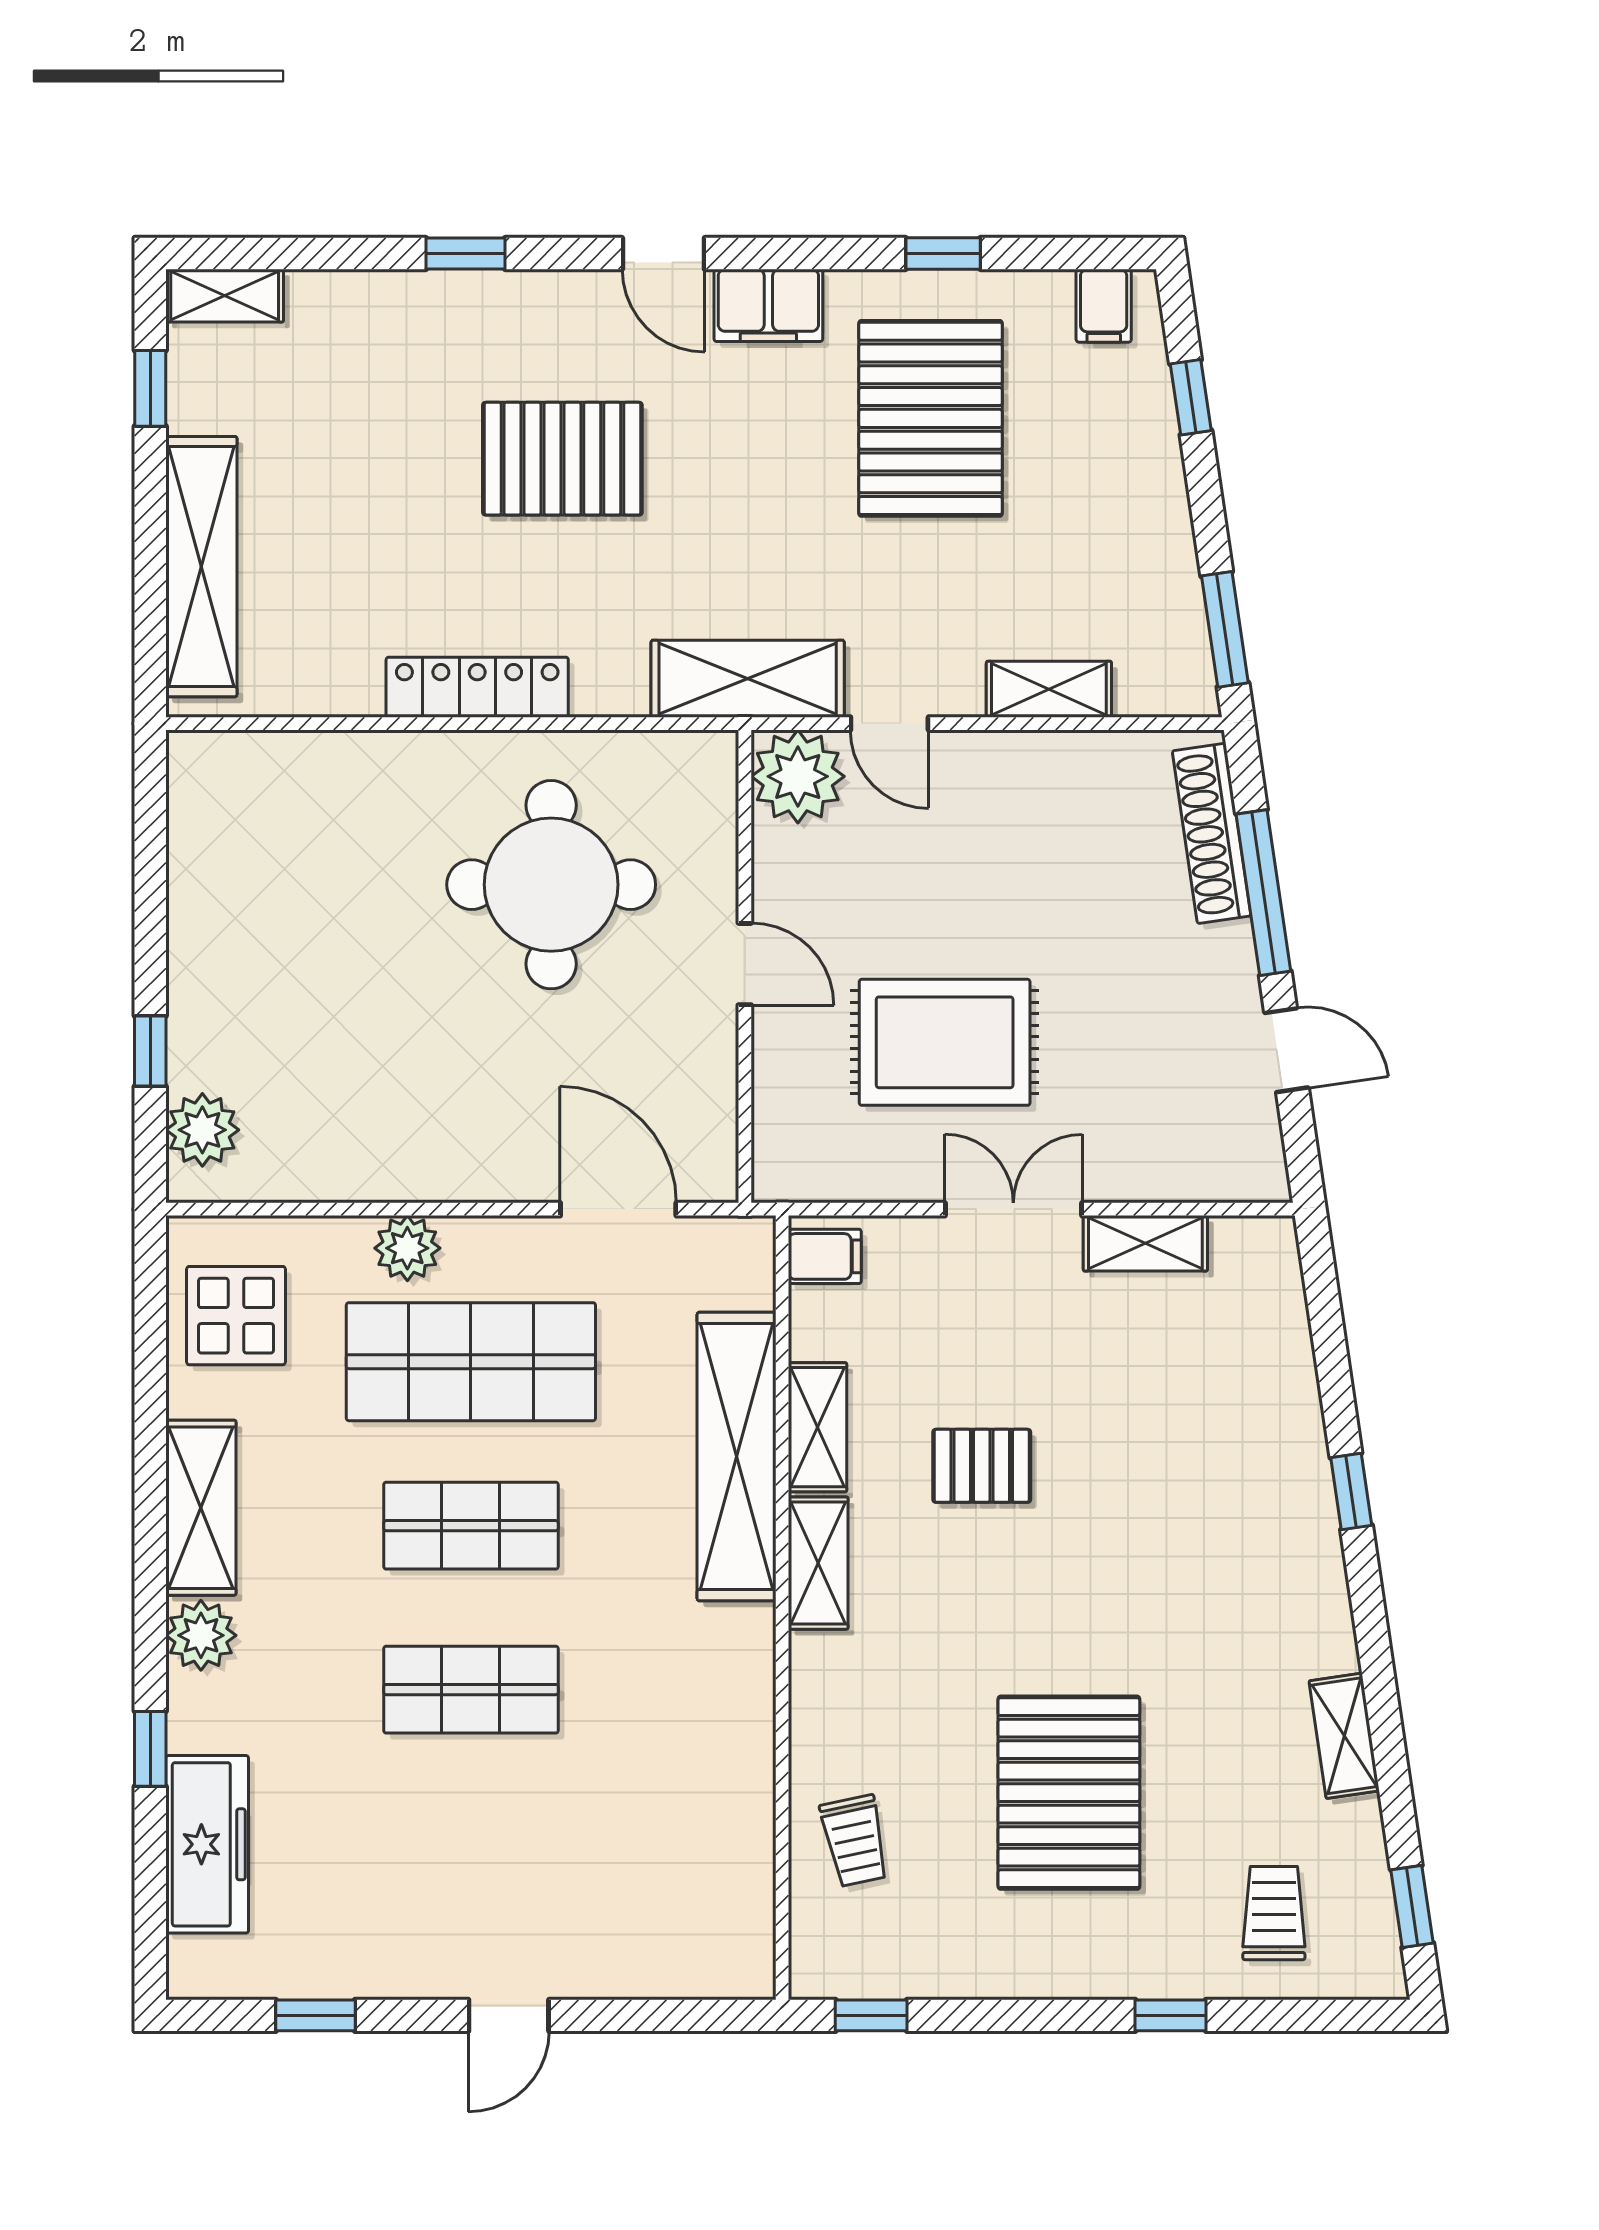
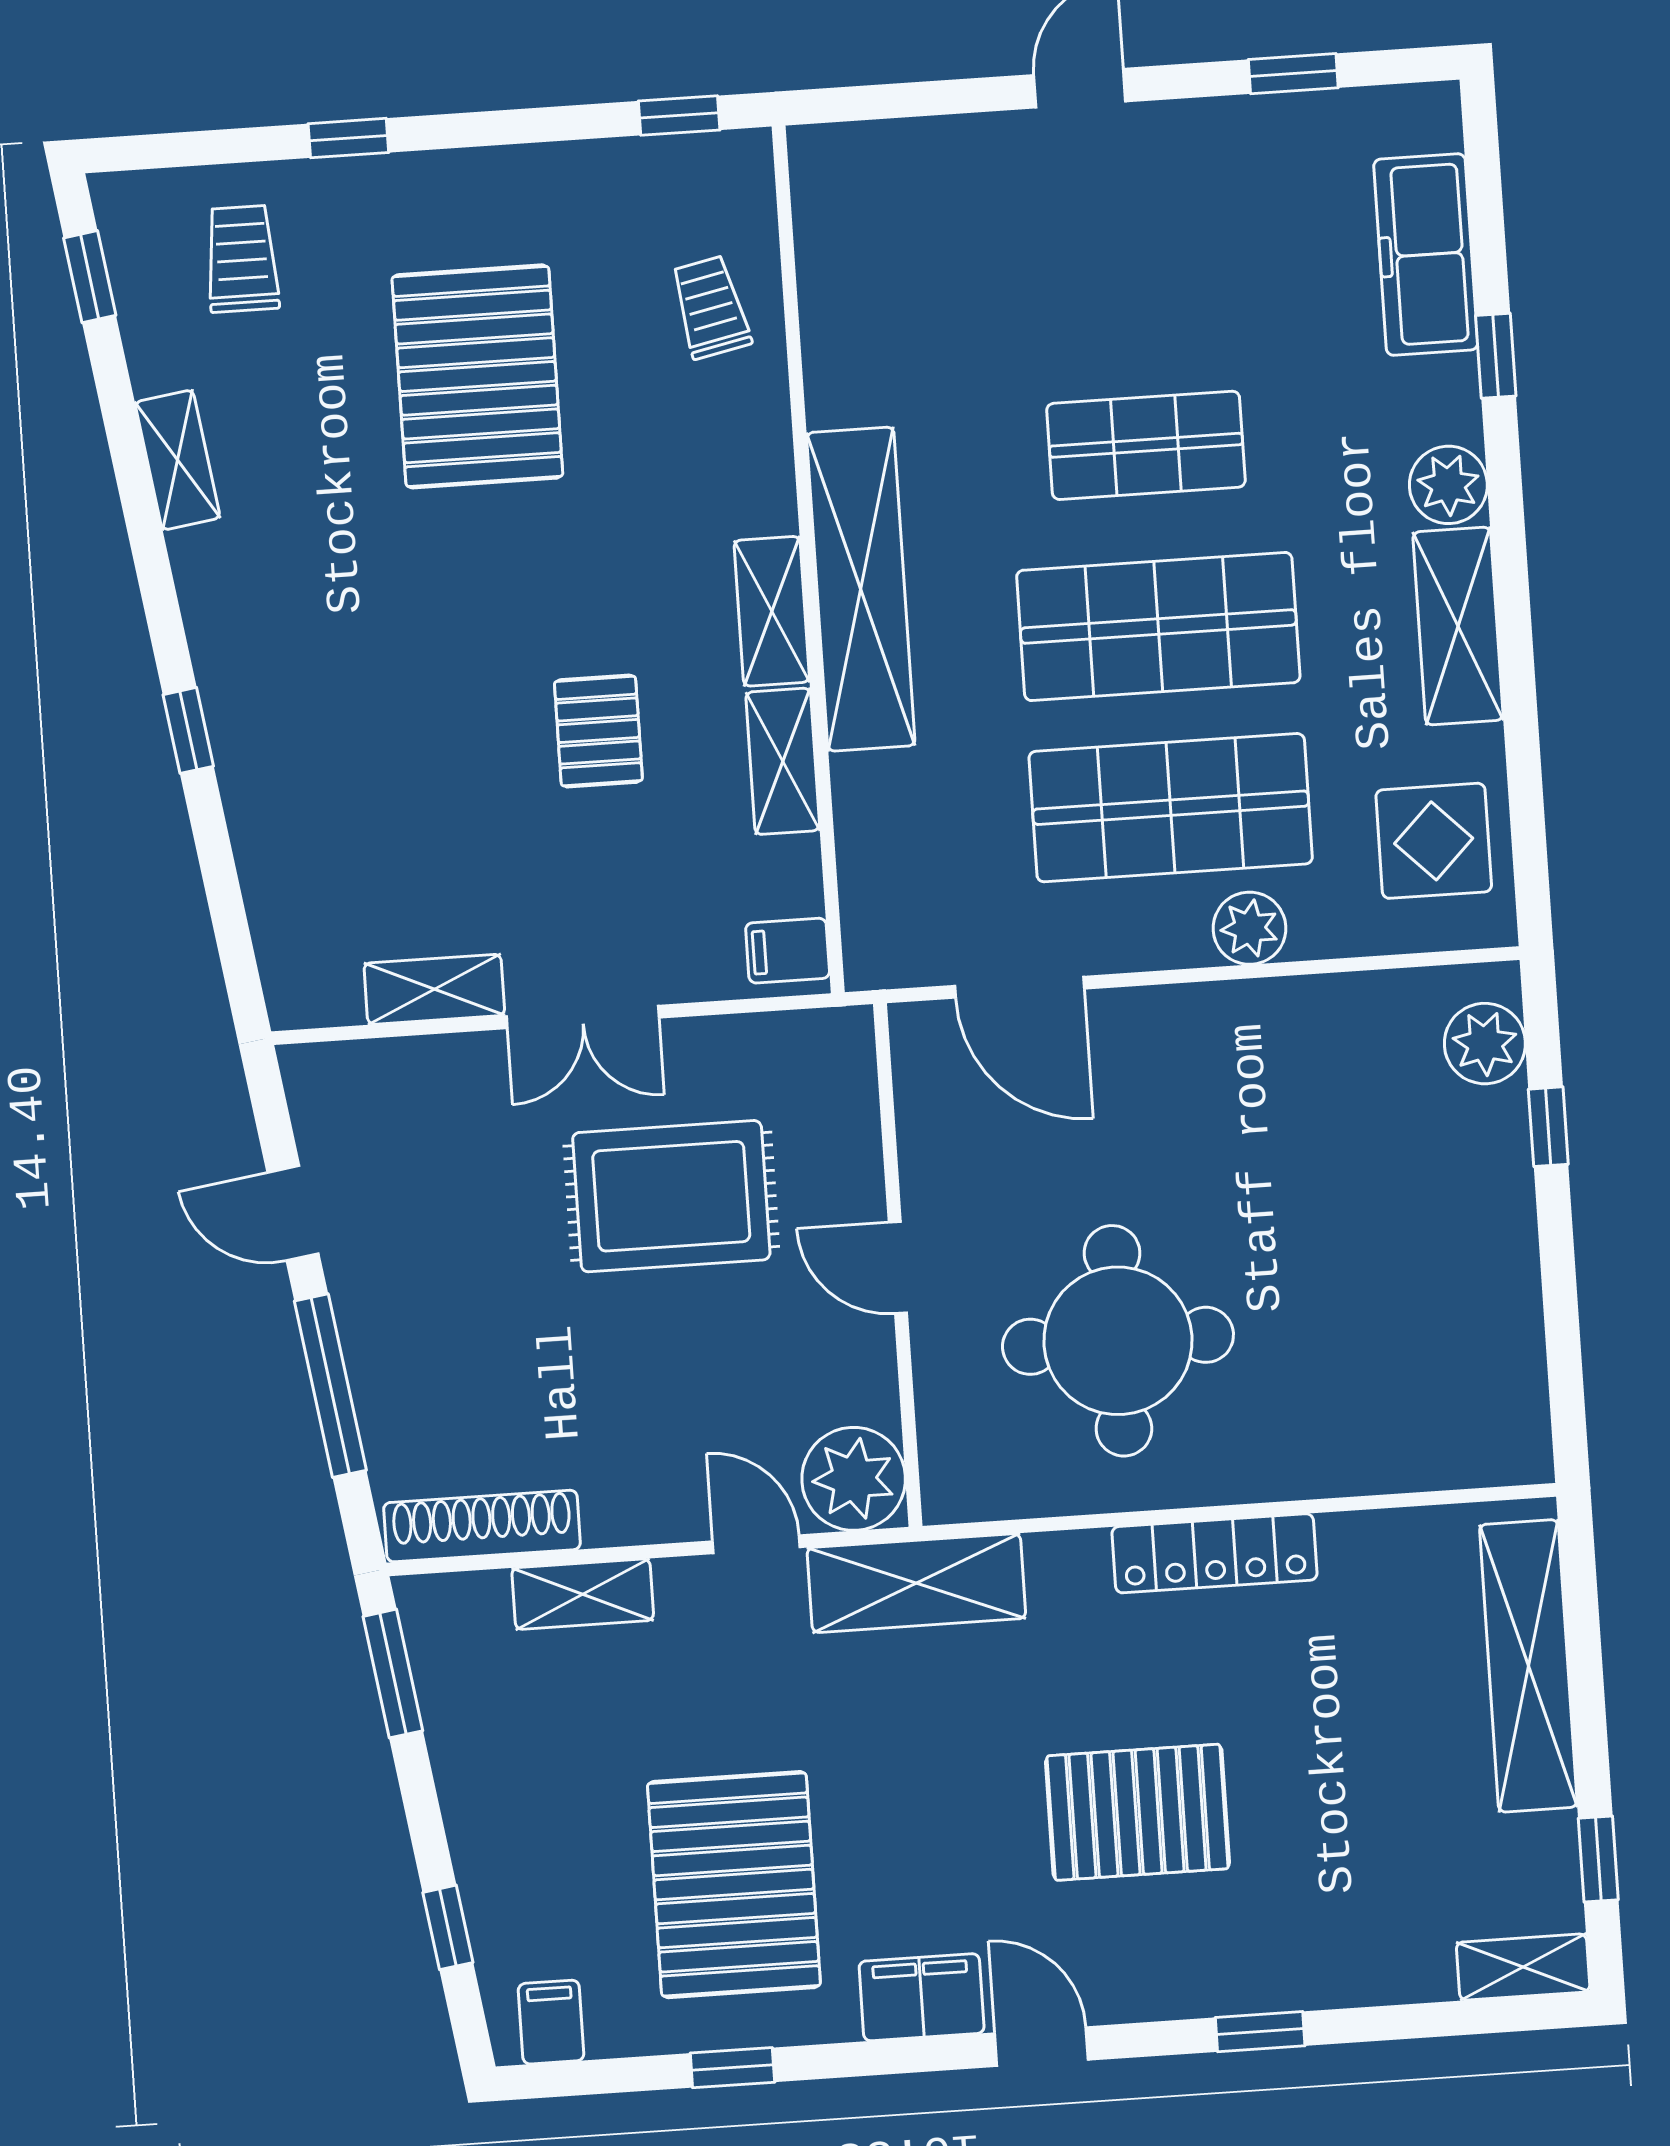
shoe rack: (1212, 833) -> (482, 1526), moved, turned -82
shelving: (737, 1457) -> (861, 589), moved
pallet: (982, 1466) -> (598, 731), turned 90
shop shelf: (471, 1526) -> (1158, 626), width x1.43, depth x1.36
trolley: (1274, 1913) -> (242, 259), turned 180

